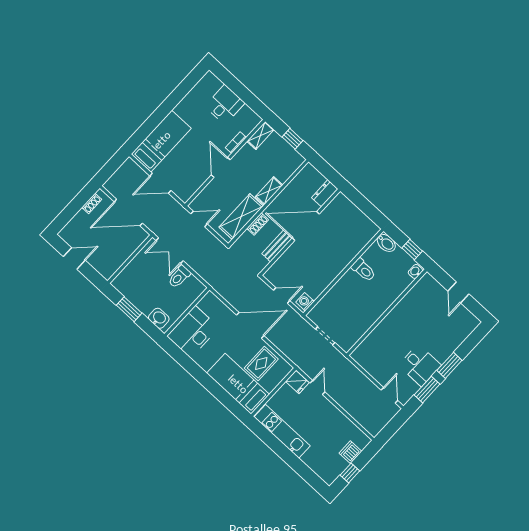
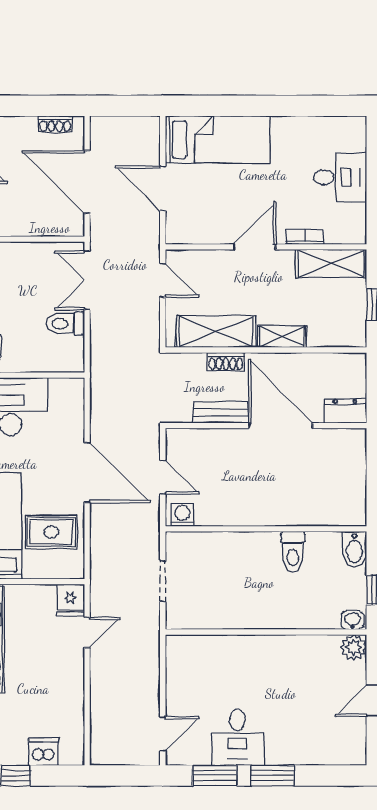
shelving: (260, 135) -> (331, 264), width x1.50, depth x1.33
plant: (427, 281) -> (354, 647), added

